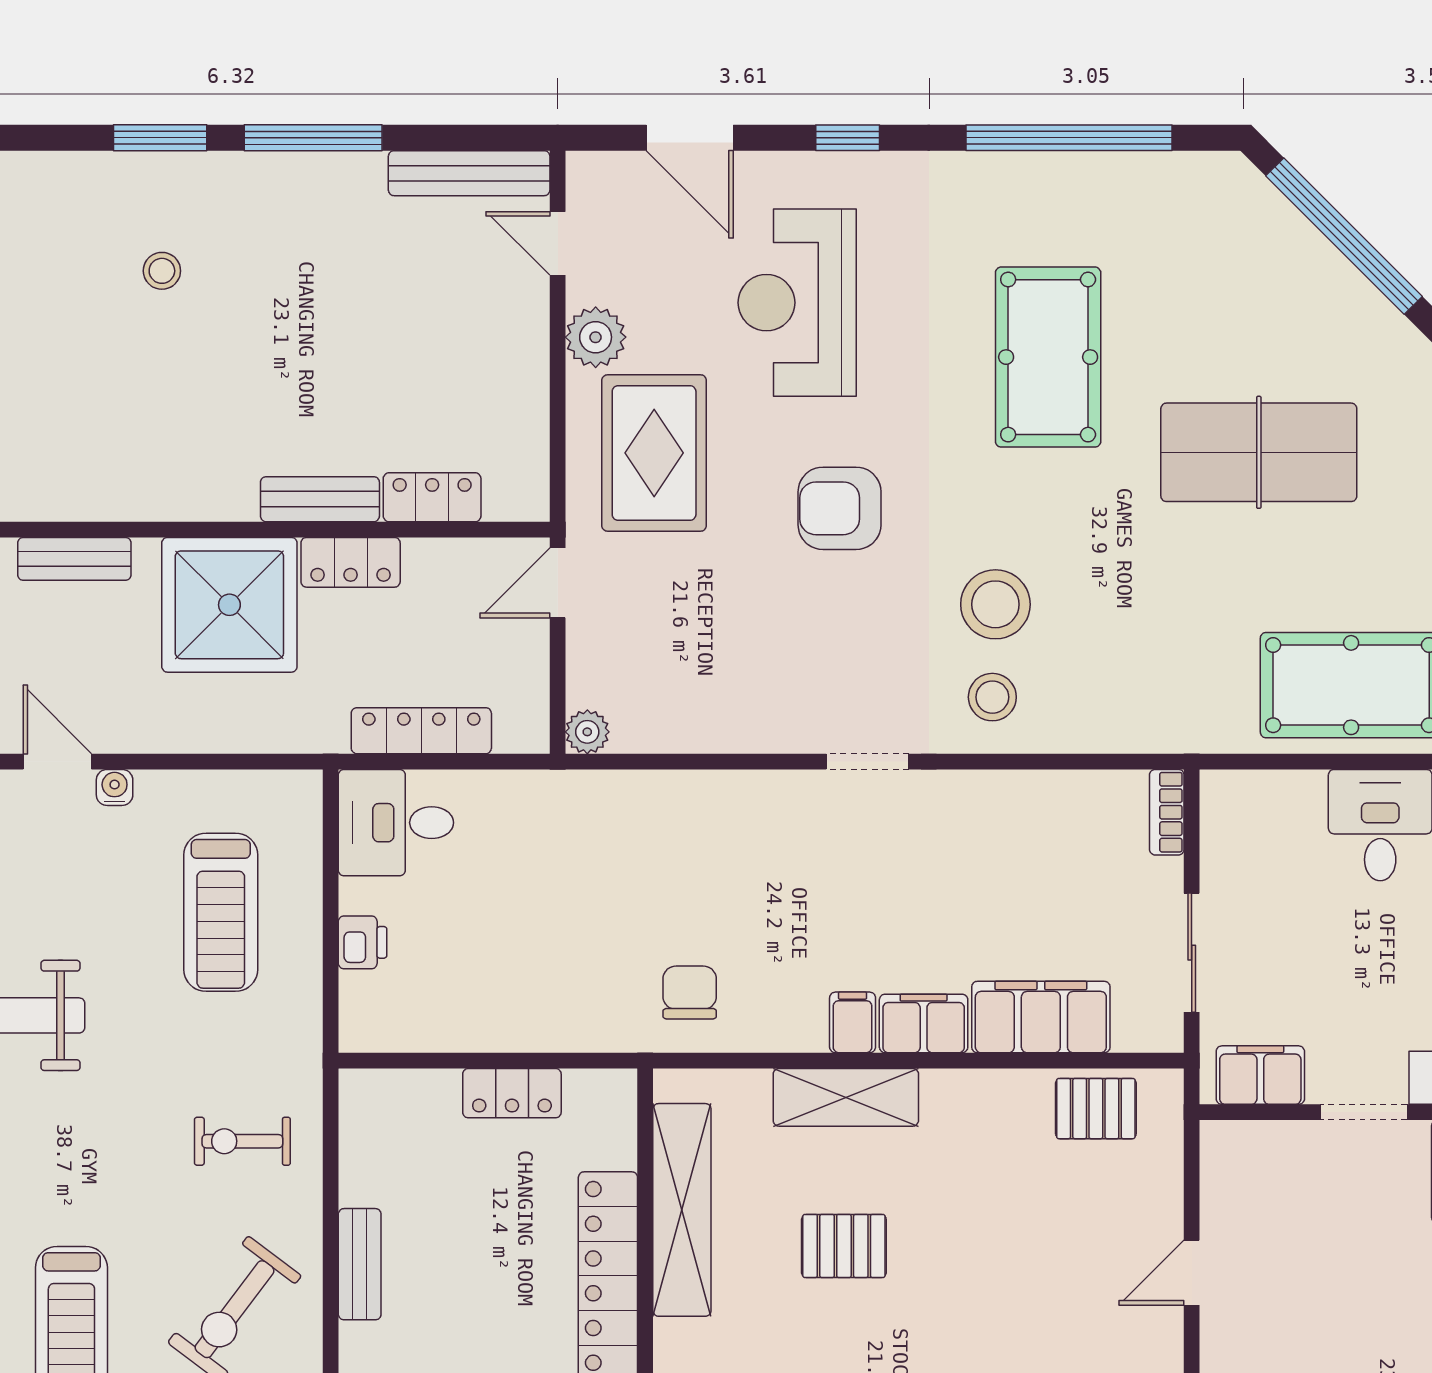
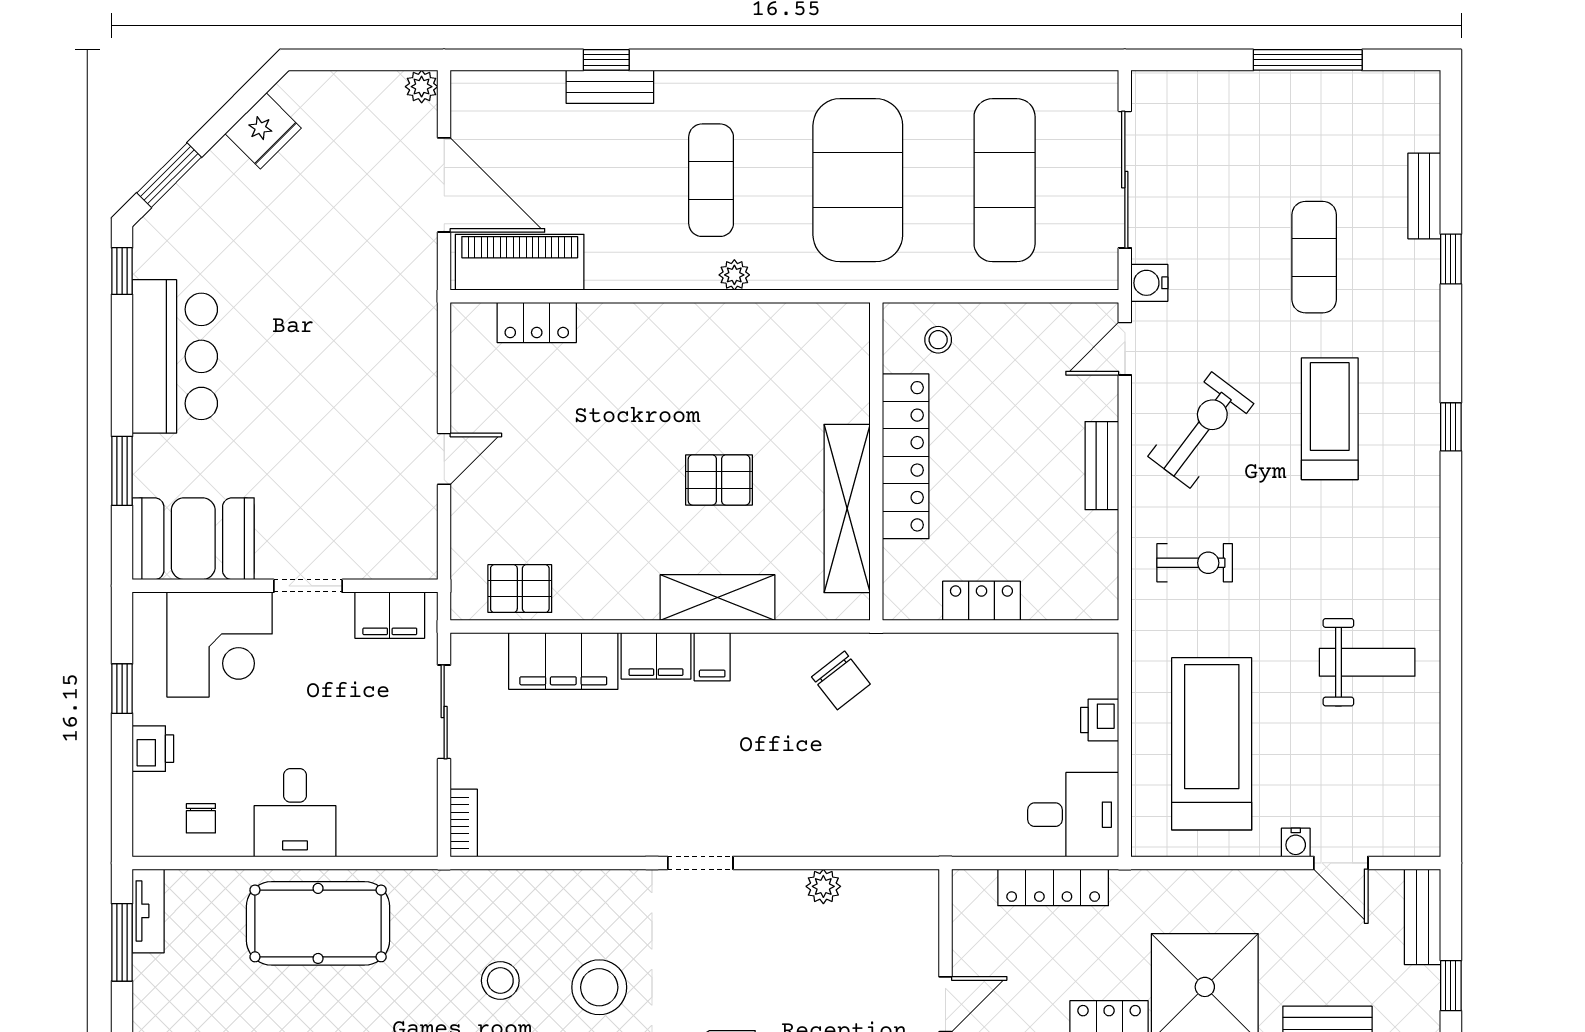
stool: (992, 697) -> (500, 981), moved
plant: (587, 732) -> (823, 886), moved
treadmill: (221, 912) -> (1212, 744), width x1.37, depth x1.38
chair: (690, 992) -> (841, 680), turned -38

